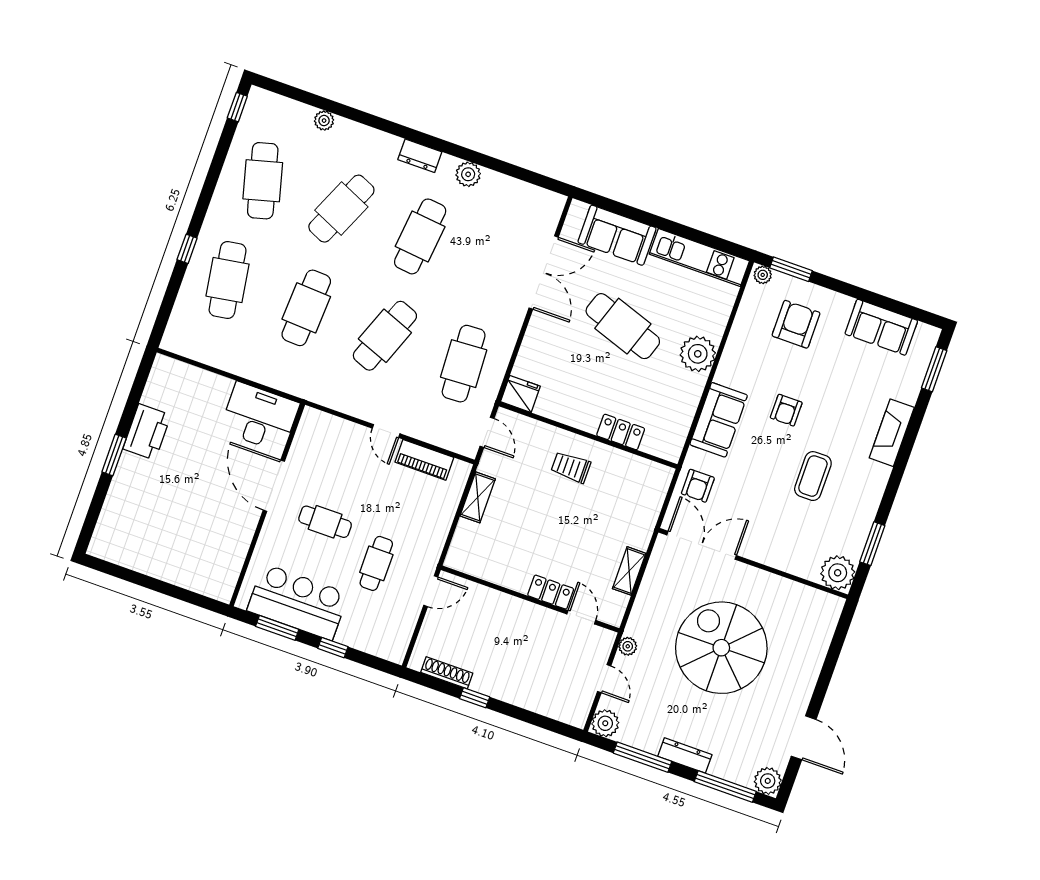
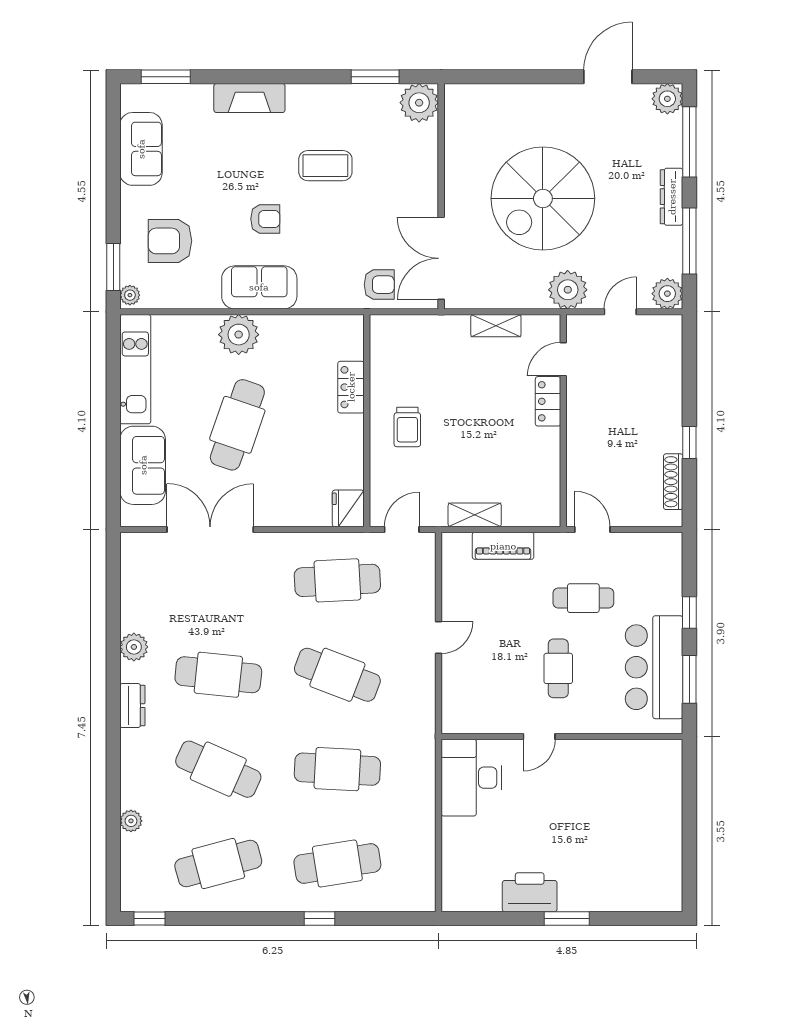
sofa: (719, 420) -> (259, 287), moved
piano: (424, 460) -> (503, 546), moved, turned 90
door: (274, 486) -> (539, 737), width x0.53
plant: (628, 646) -> (568, 290), width x1.87, depth x1.87

